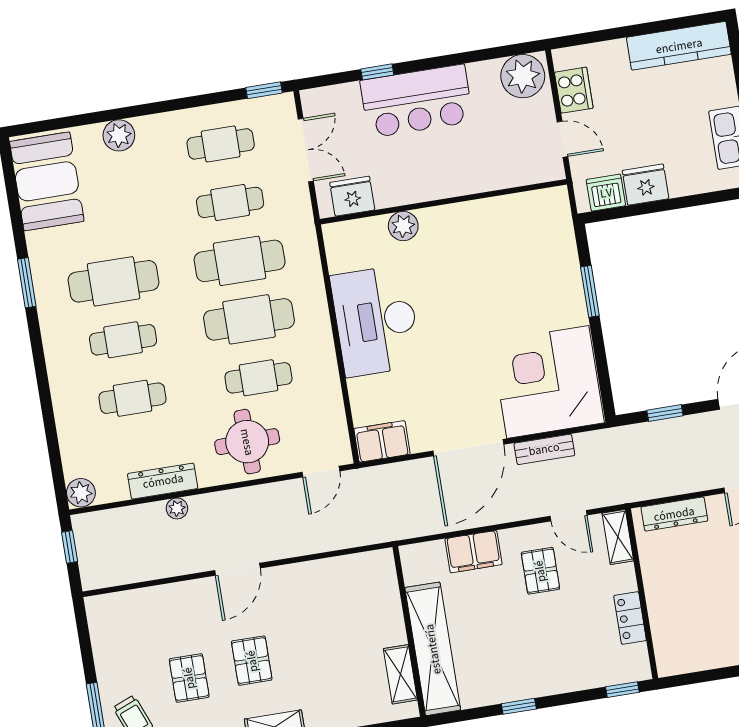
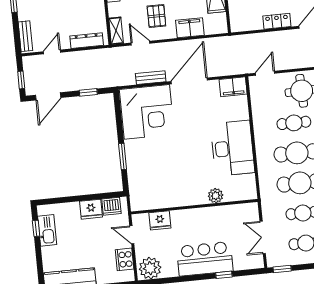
fridge: (352, 196) -> (160, 220), moved
locker: (304, 575) -> (277, 21), added

